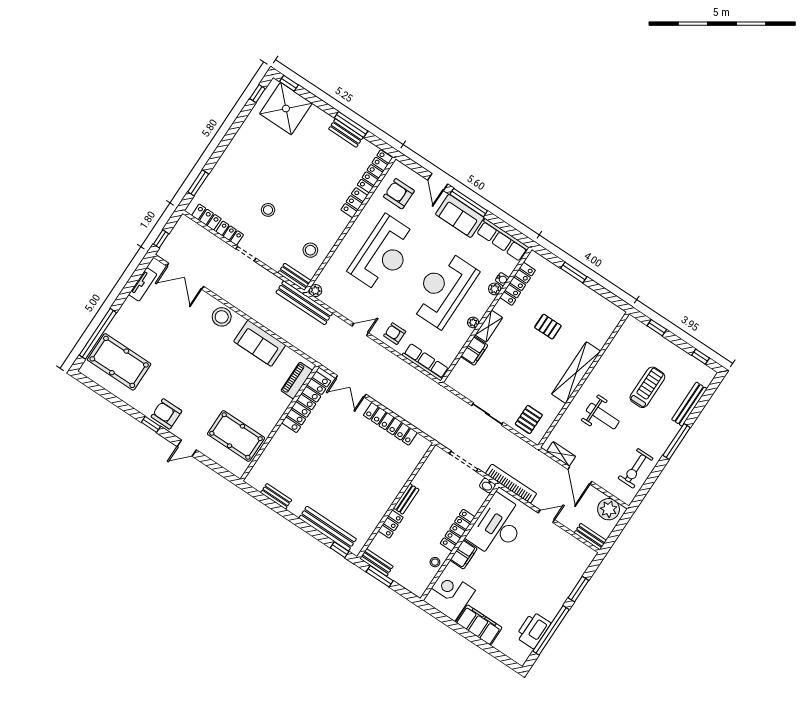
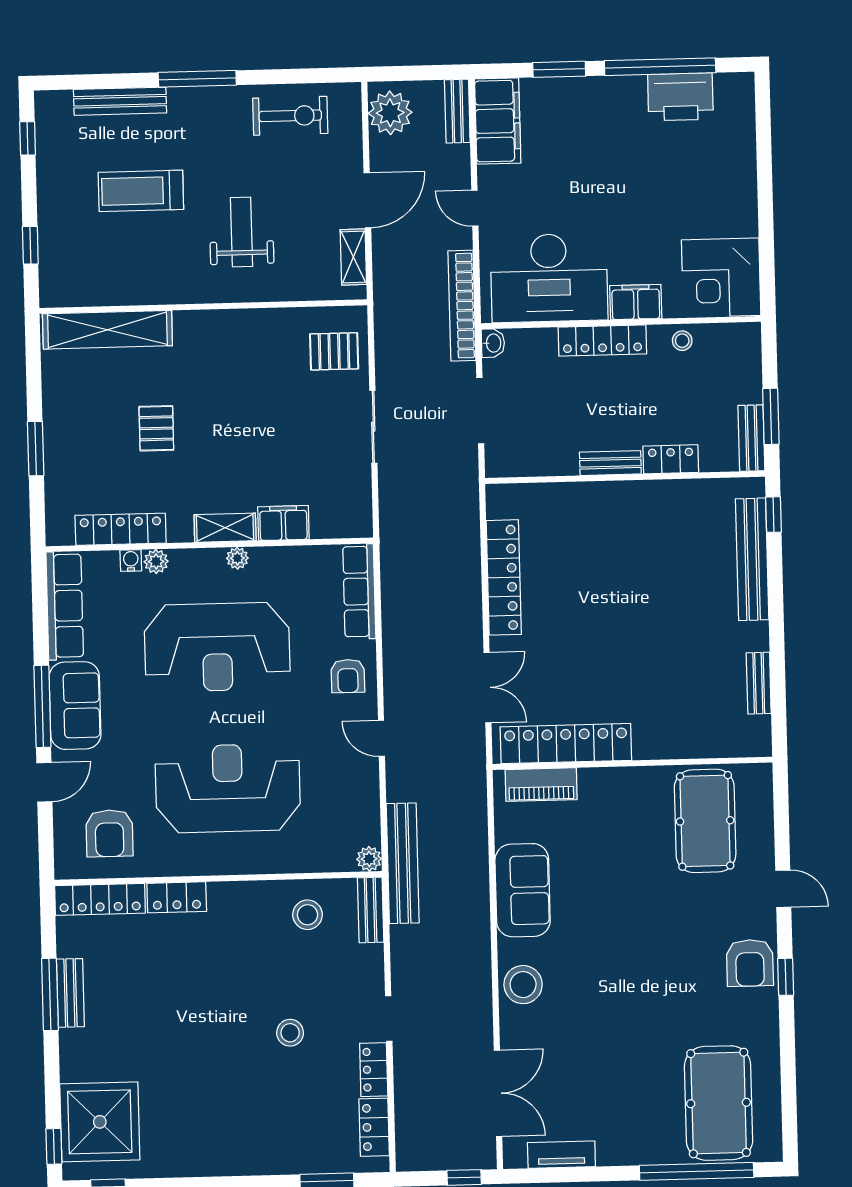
shelving: (576, 373) -> (107, 330), moved
filing cabinet: (479, 625) -> (498, 121), moved, turned 180

